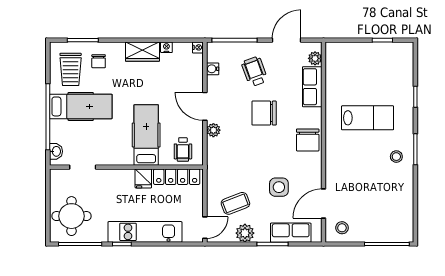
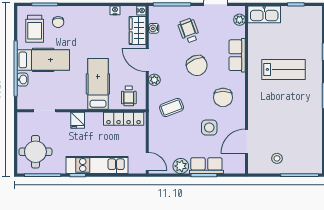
wardrobe: (142, 52) -> (138, 31), moved, turned 90
kitchen sink: (345, 52) -> (264, 14), added
row of seats: (312, 87) -> (237, 55), moved
chair: (264, 113) -> (197, 65), turned -113
chair: (308, 140) -> (223, 97), moved
washbasin: (56, 151) -> (22, 80), moved
stool: (396, 157) -> (308, 102), removed
fridge: (143, 178) -> (78, 120), moved
coffee table: (235, 203) -> (172, 107), moved
door: (205, 228) -> (147, 161), hinge flipped
stool: (342, 228) -> (277, 158), moved
row of seats: (291, 233) -> (206, 166), moved

